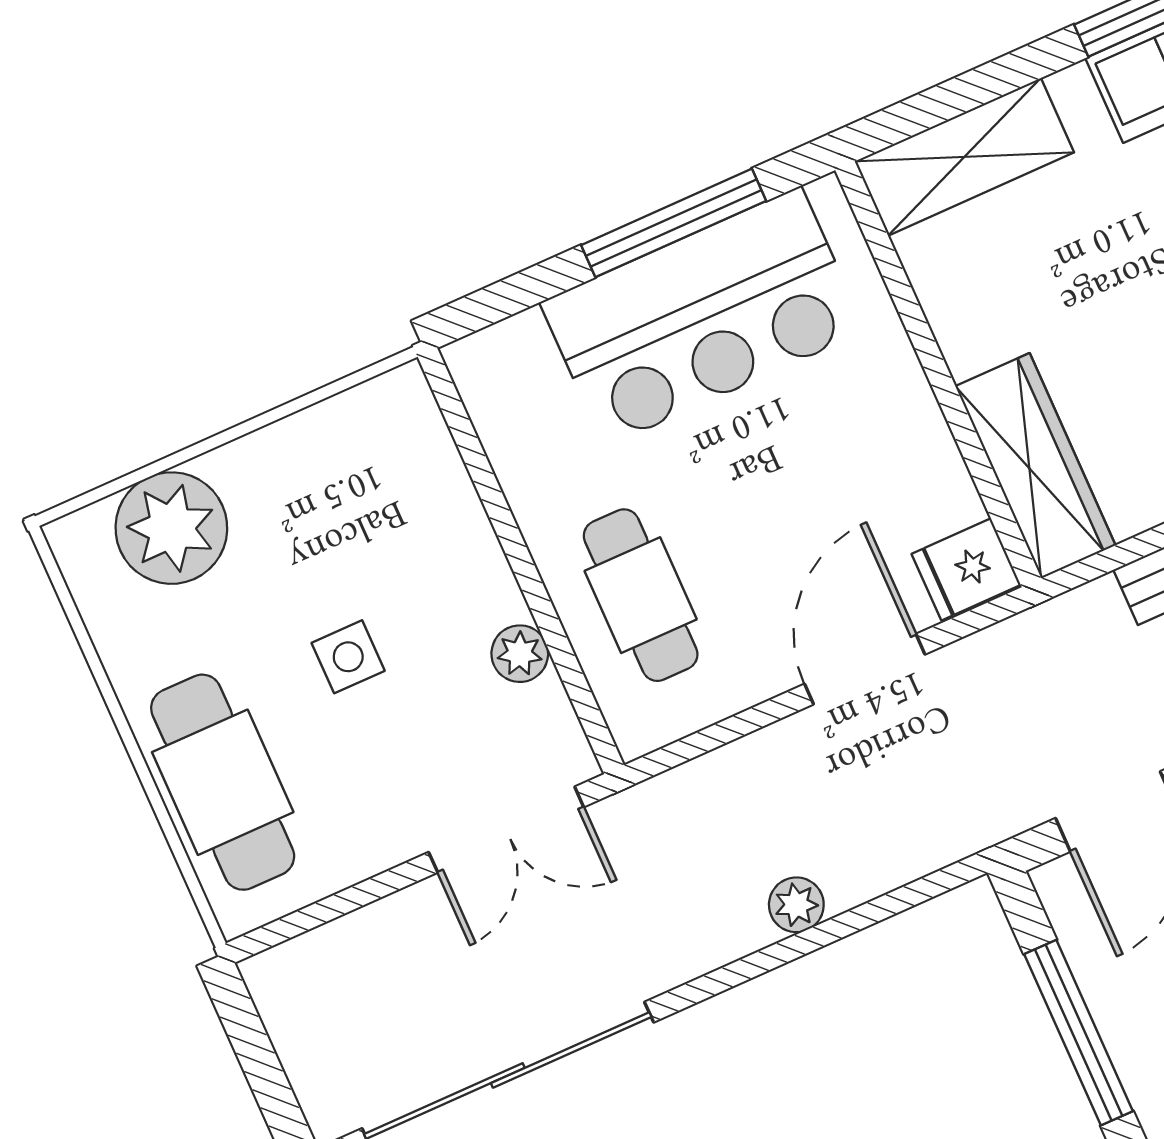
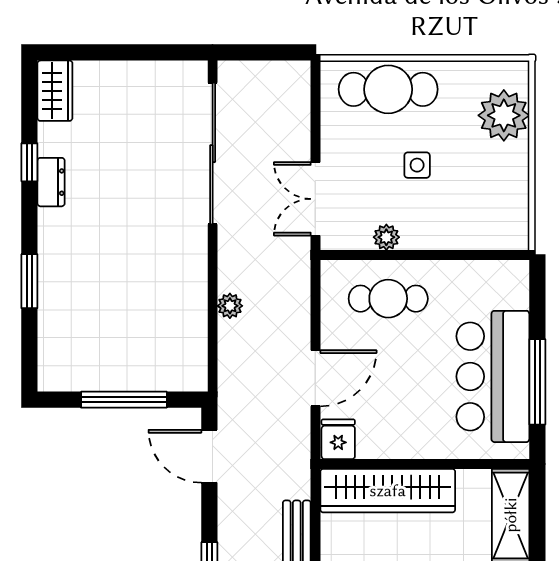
wardrobe: (1035, 466) -> (388, 491), width x1.40, depth x1.17
door: (865, 669) -> (315, 378), hinge flipped

